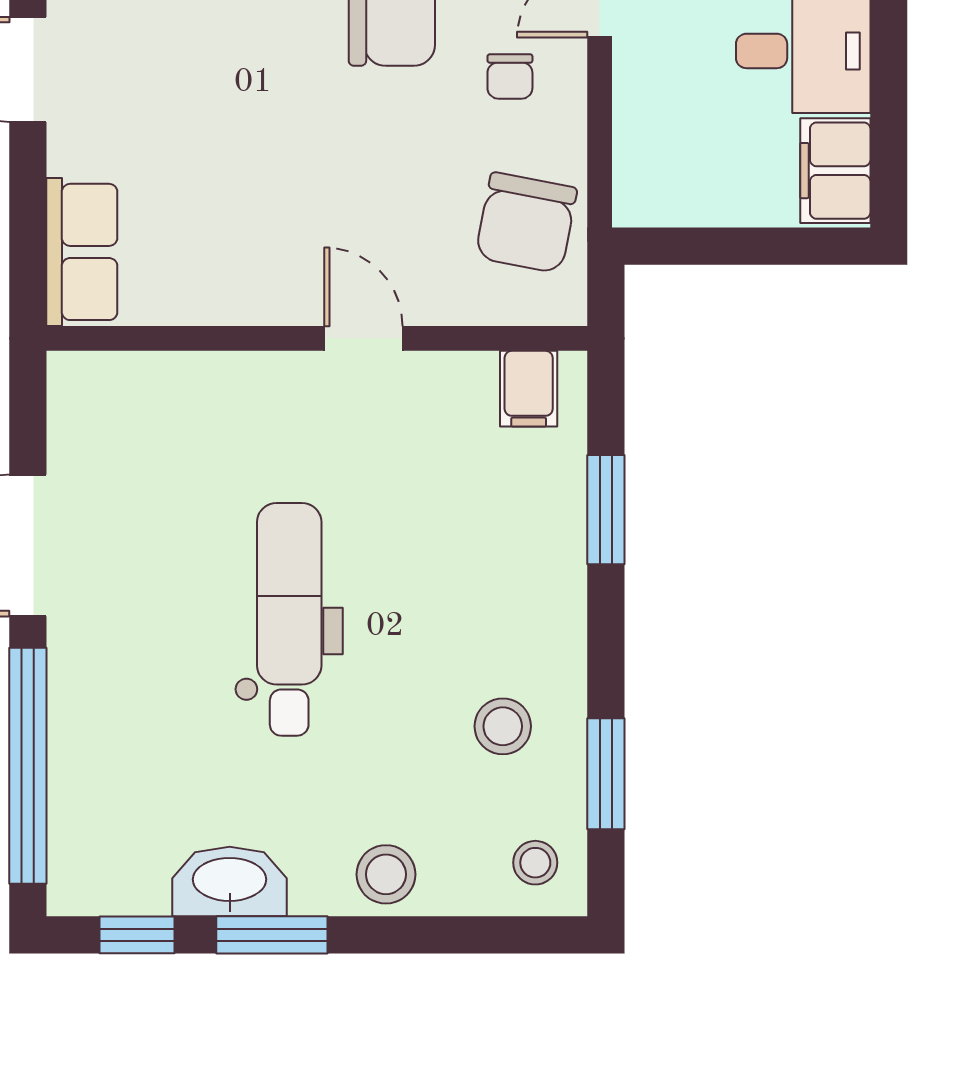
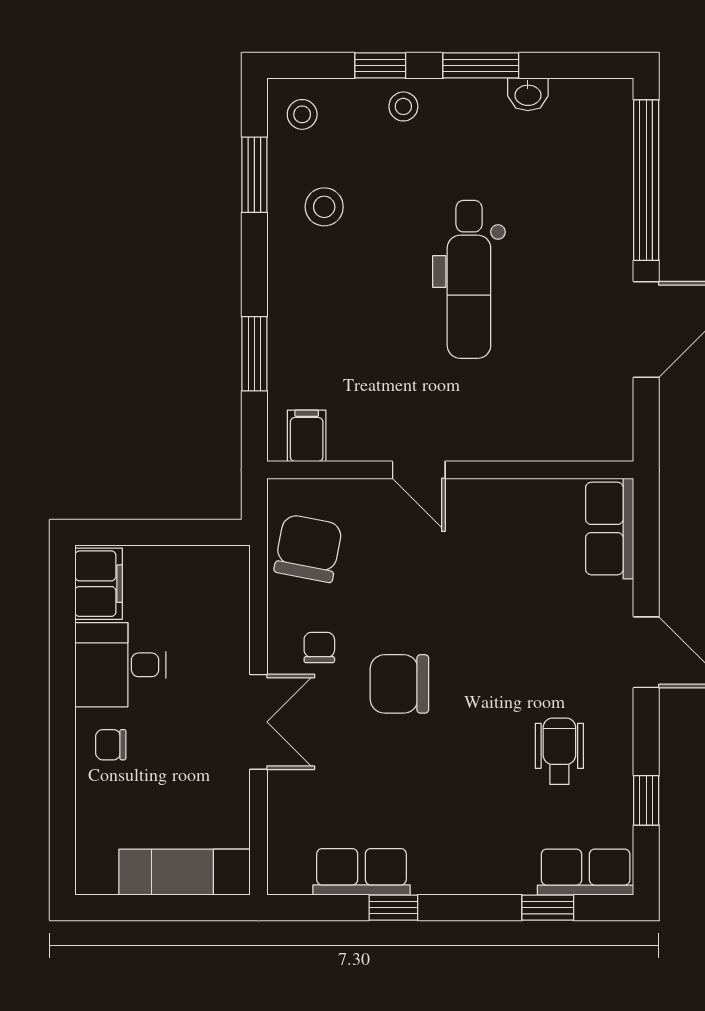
stool: (386, 874) -> (403, 106), width x0.73, depth x0.73
washbasin: (230, 882) -> (528, 94), width x0.52, depth x0.69
window: (137, 935) -> (380, 65), moved

